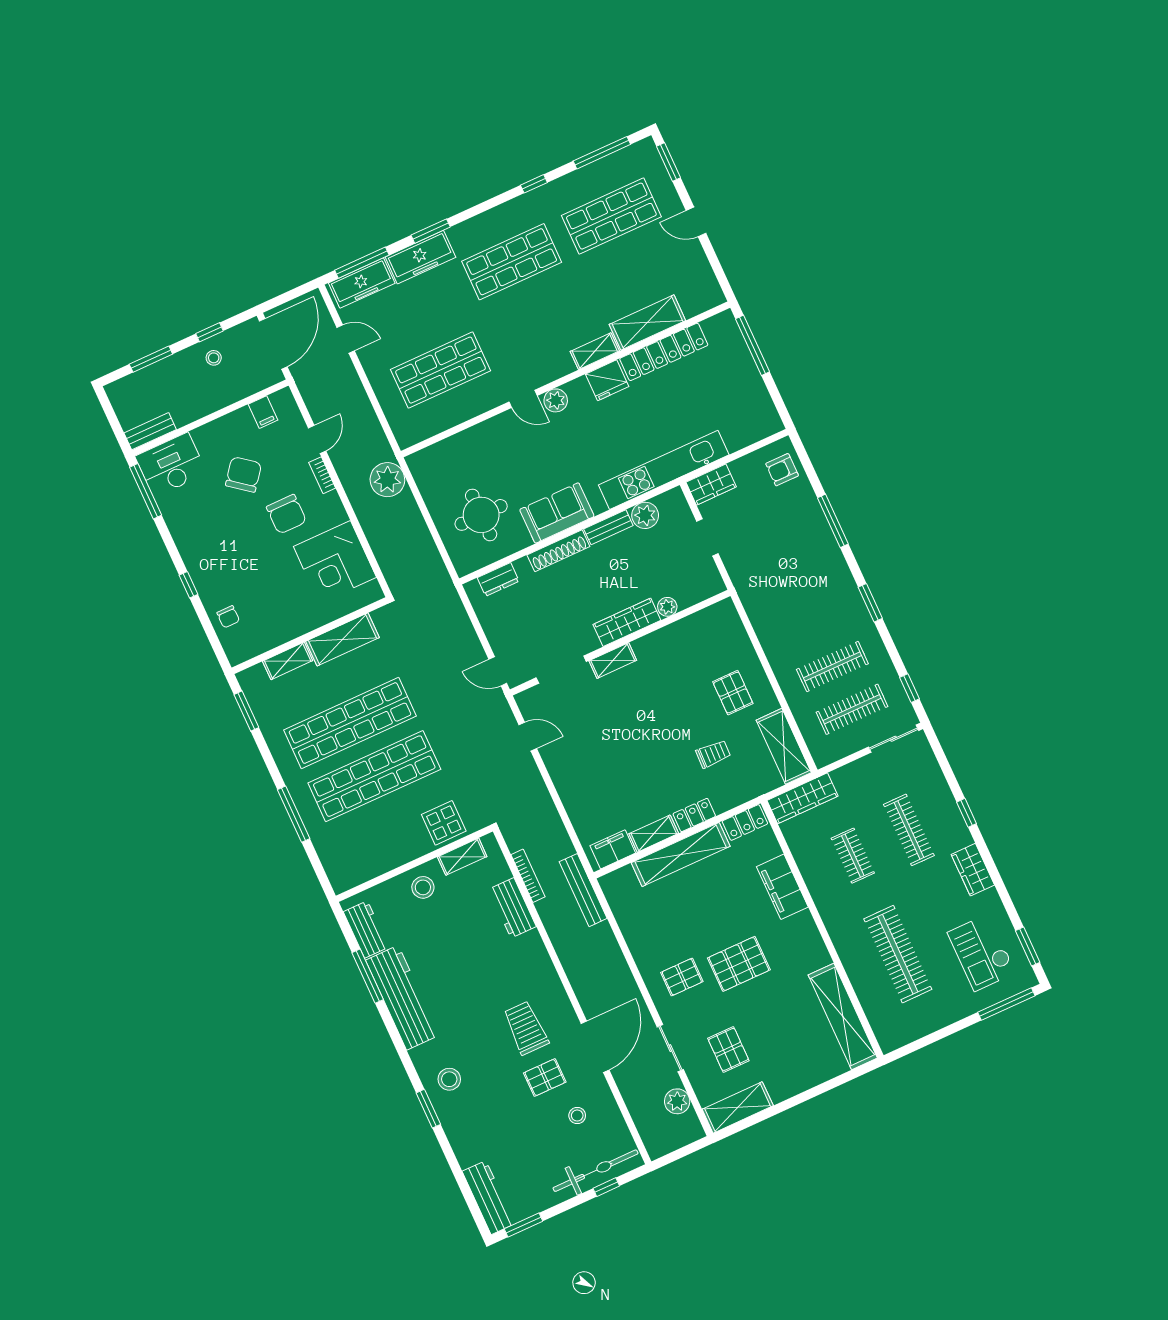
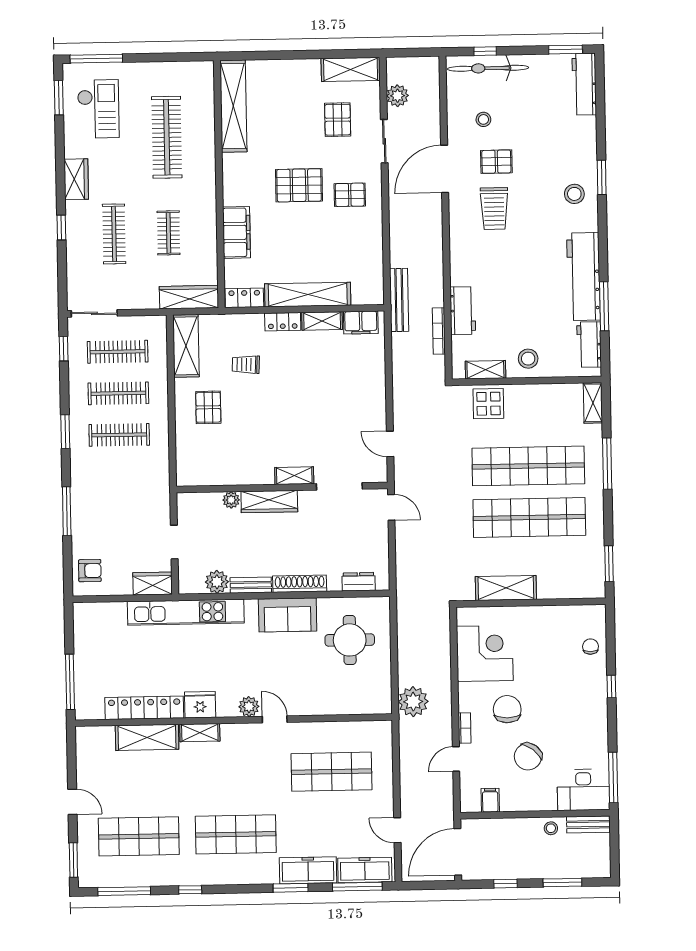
stool: (214, 358) -> (551, 828), moved
clothes rail: (813, 624) -> (119, 435), added
shelving: (288, 661) -> (593, 403), moved, turned 90

